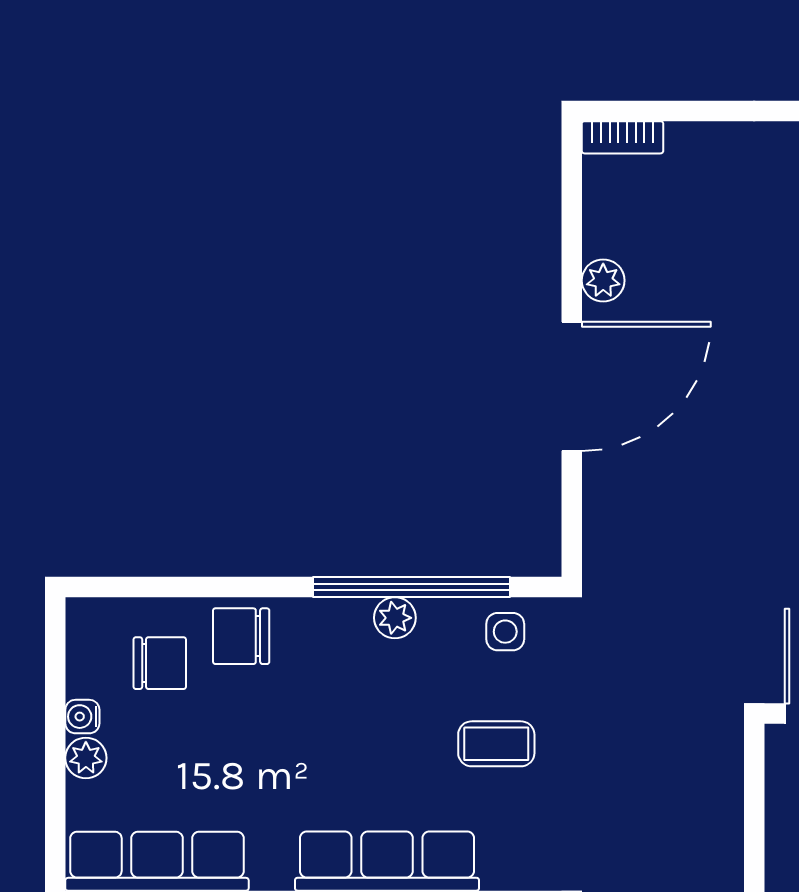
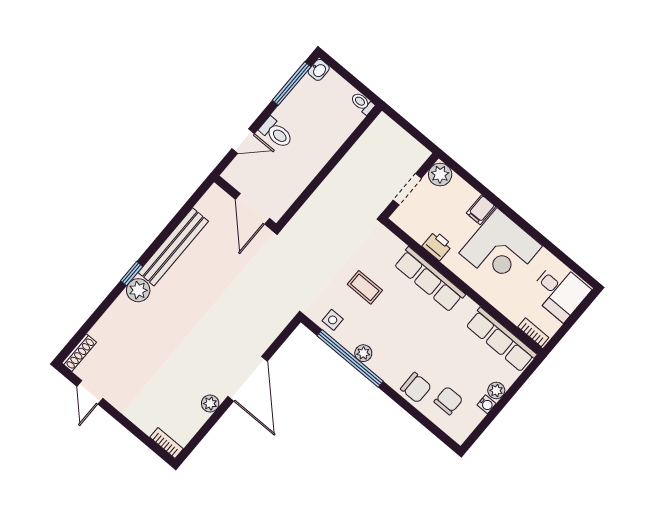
door: (572, 386) -> (248, 379), swing flipped
chair: (160, 663) -> (448, 401), turned 90

